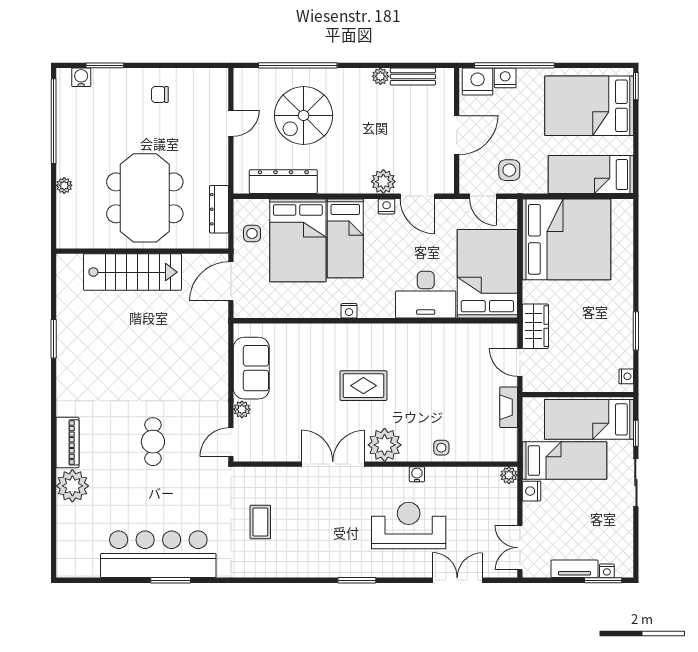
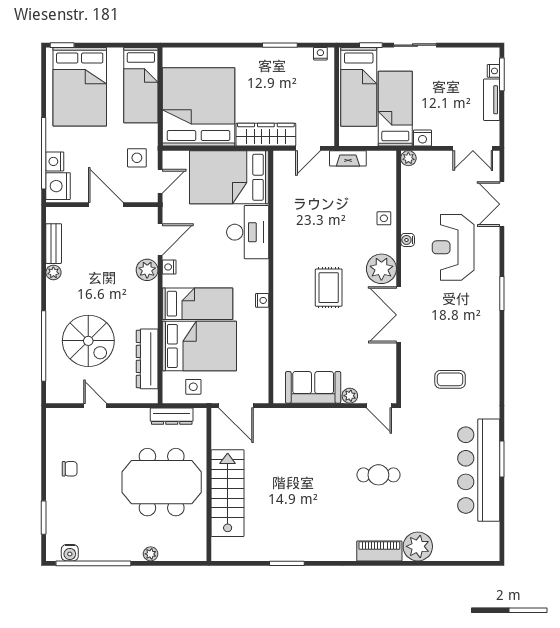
water cooler: (81, 77) -> (70, 553), moved, turned -90
chair: (160, 94) -> (70, 469), turned -90
wardrobe: (535, 326) -> (266, 135), width x1.50

